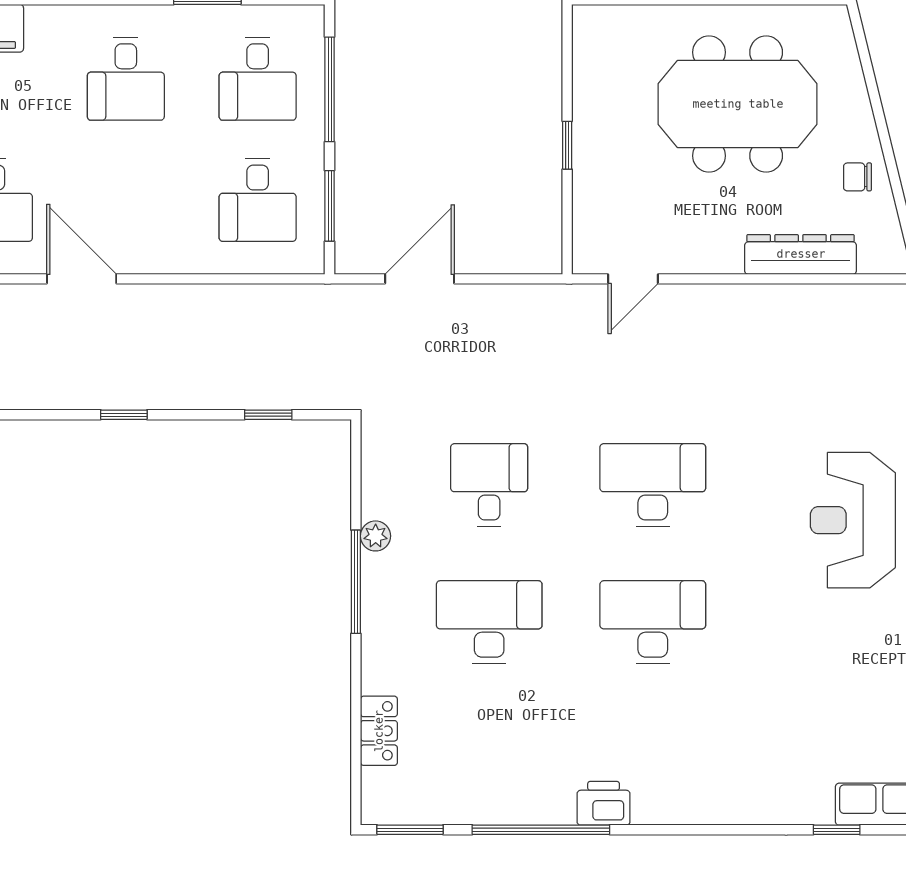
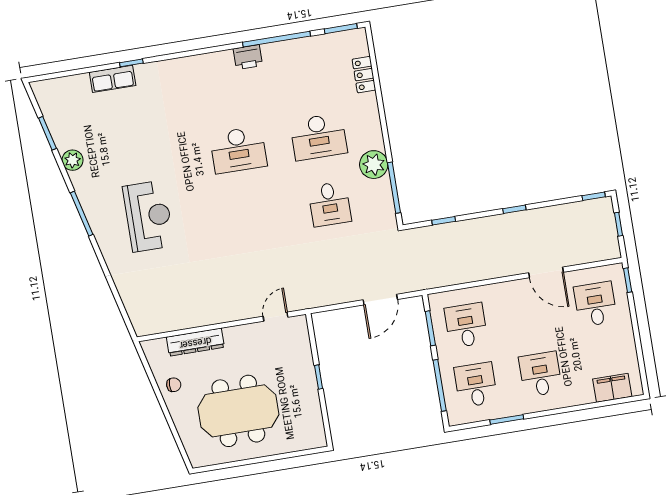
desk: (653, 485) -> (249, 217), removed
plant: (376, 536) -> (374, 165), width x1.88, depth x1.88
window: (356, 582) -> (394, 188), moved

